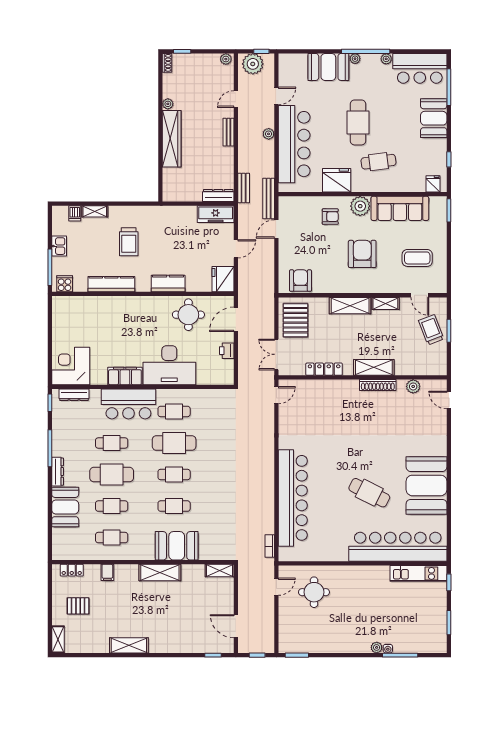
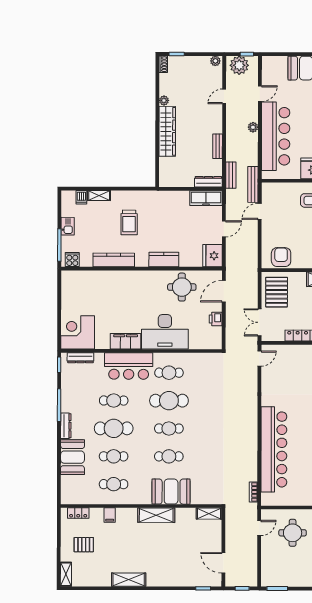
bench: (229, 132) -> (218, 146), moved

